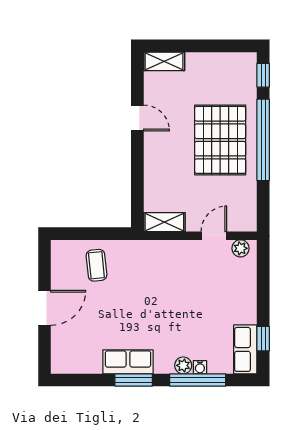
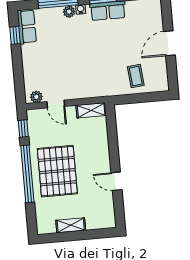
shelving: (164, 61) -> (71, 225), moved
window: (263, 75) -> (23, 128), moved
door: (214, 236) -> (56, 104), hinge flipped
water cooler: (200, 367) -> (81, 9), moved

